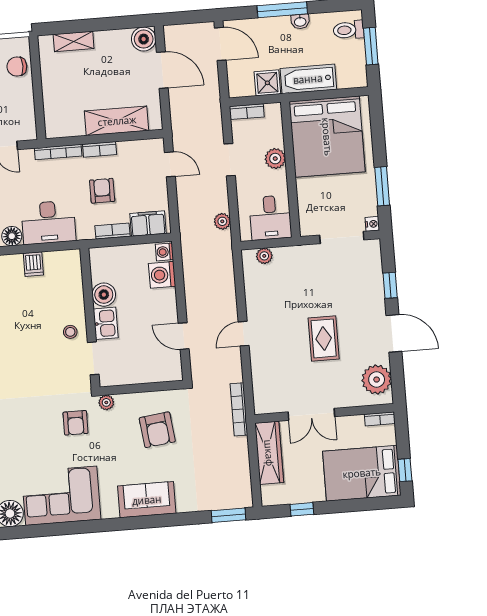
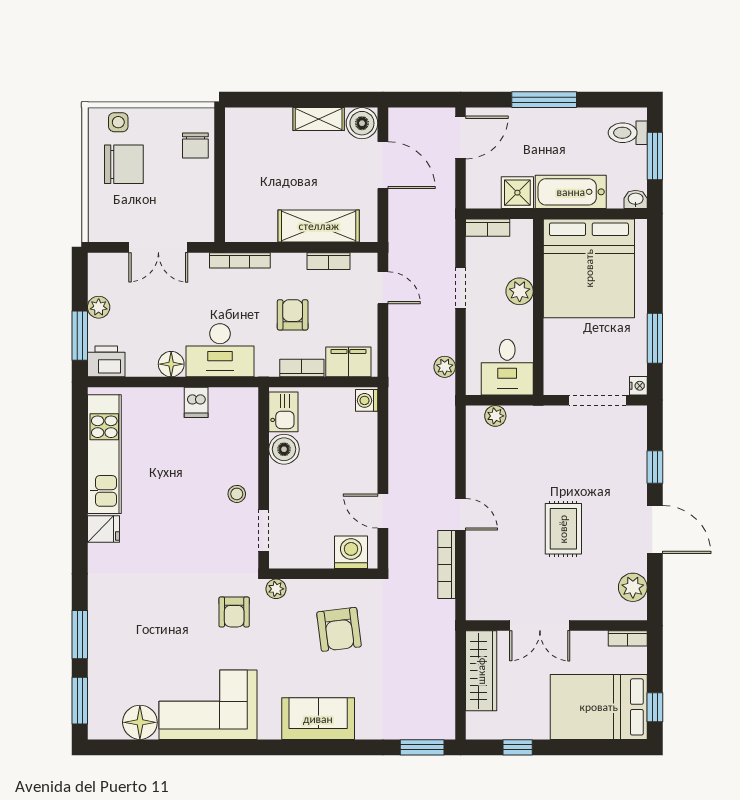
washbasin: (300, 21) -> (636, 199), moved, turned 180
shelving: (74, 41) -> (319, 119), moved
door: (220, 44) -> (461, 137), hinge flipped
chair: (17, 67) -> (195, 145), turned -90
bookcase: (100, 149) -> (329, 261), moved
washing machine: (162, 275) -> (351, 552), moved, turned 90
kitchen sink: (106, 323) -> (283, 412), moved
door: (244, 334) -> (461, 514), swing flipped
plant: (377, 380) -> (633, 587), width x0.73, depth x0.73
bookcase: (239, 409) -> (447, 564), moved

